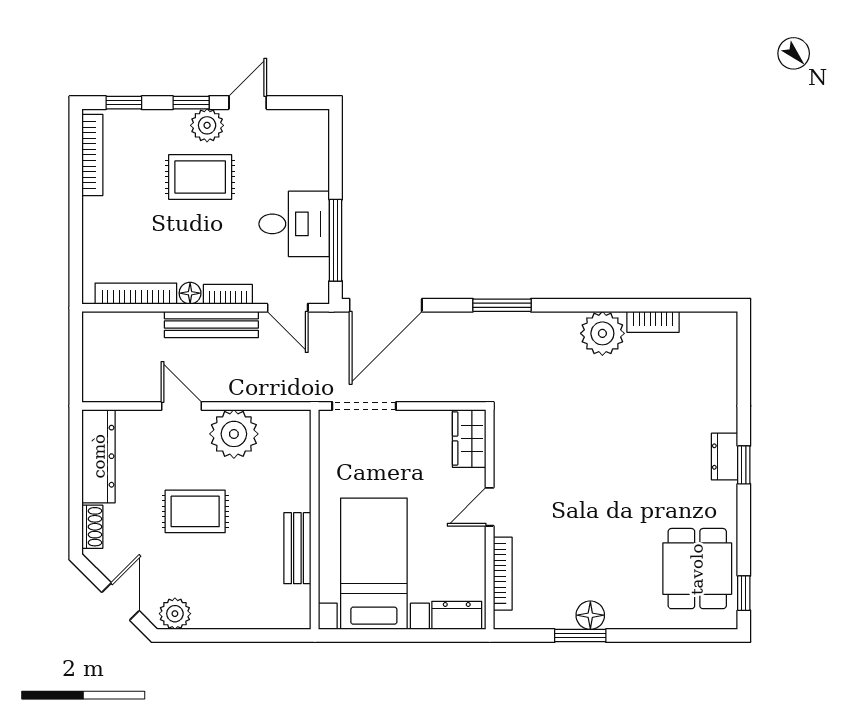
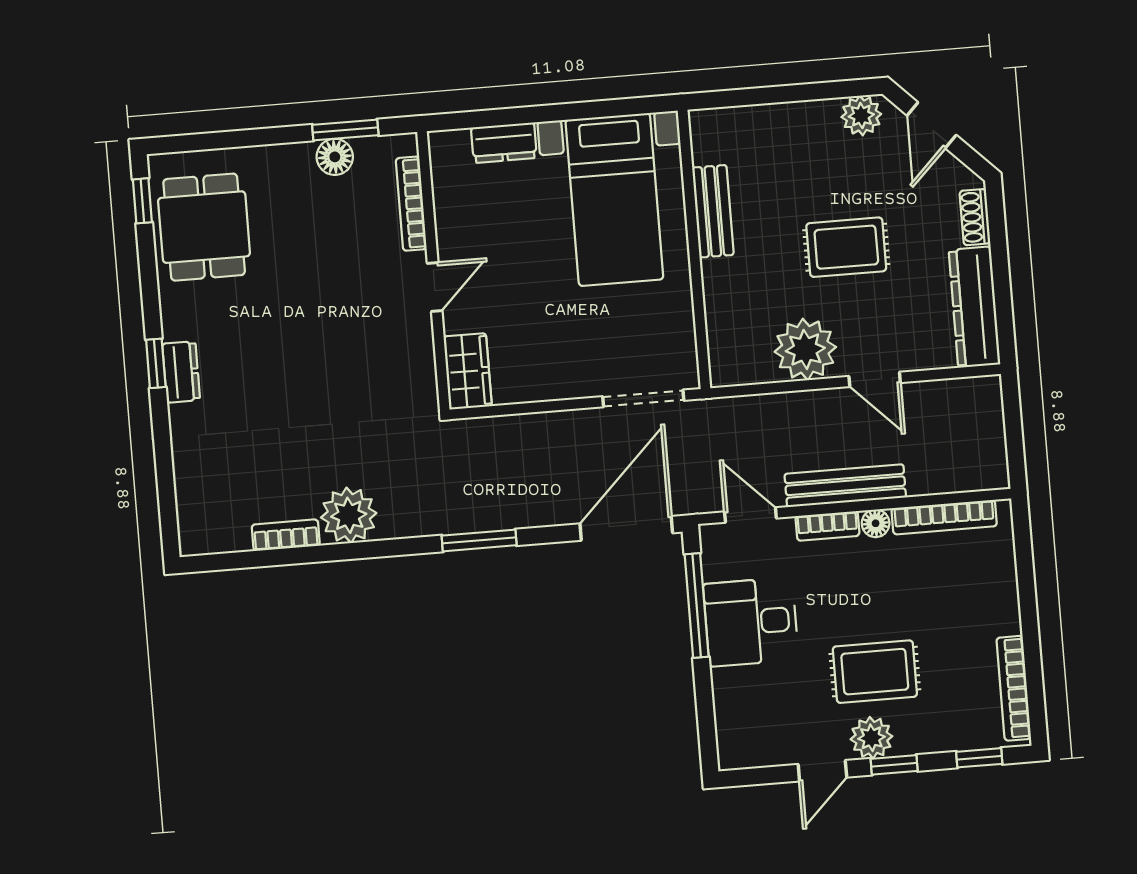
wardrobe: (469, 439) -> (468, 371), moved
door: (490, 507) -> (435, 287), moved
wall: (490, 520) -> (433, 271), moved
bookcase: (503, 574) -> (411, 204), moved

